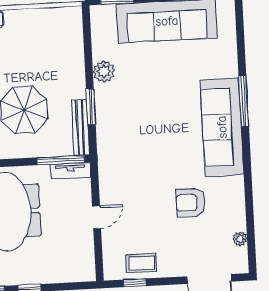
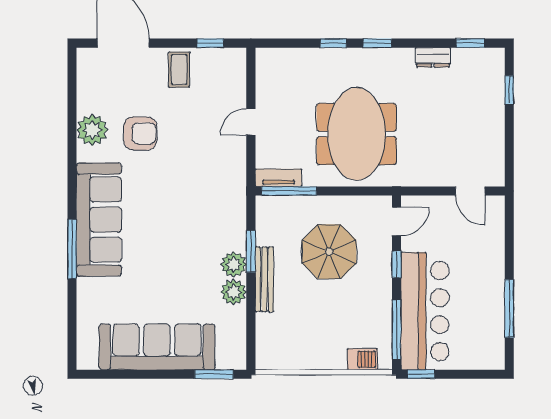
plant: (105, 95) -> (234, 264), added
bench: (80, 127) -> (264, 279), moved
plant: (240, 239) -> (92, 130), moved, width x1.88, depth x1.88
coffee table: (142, 263) -> (179, 70), moved, turned 90

